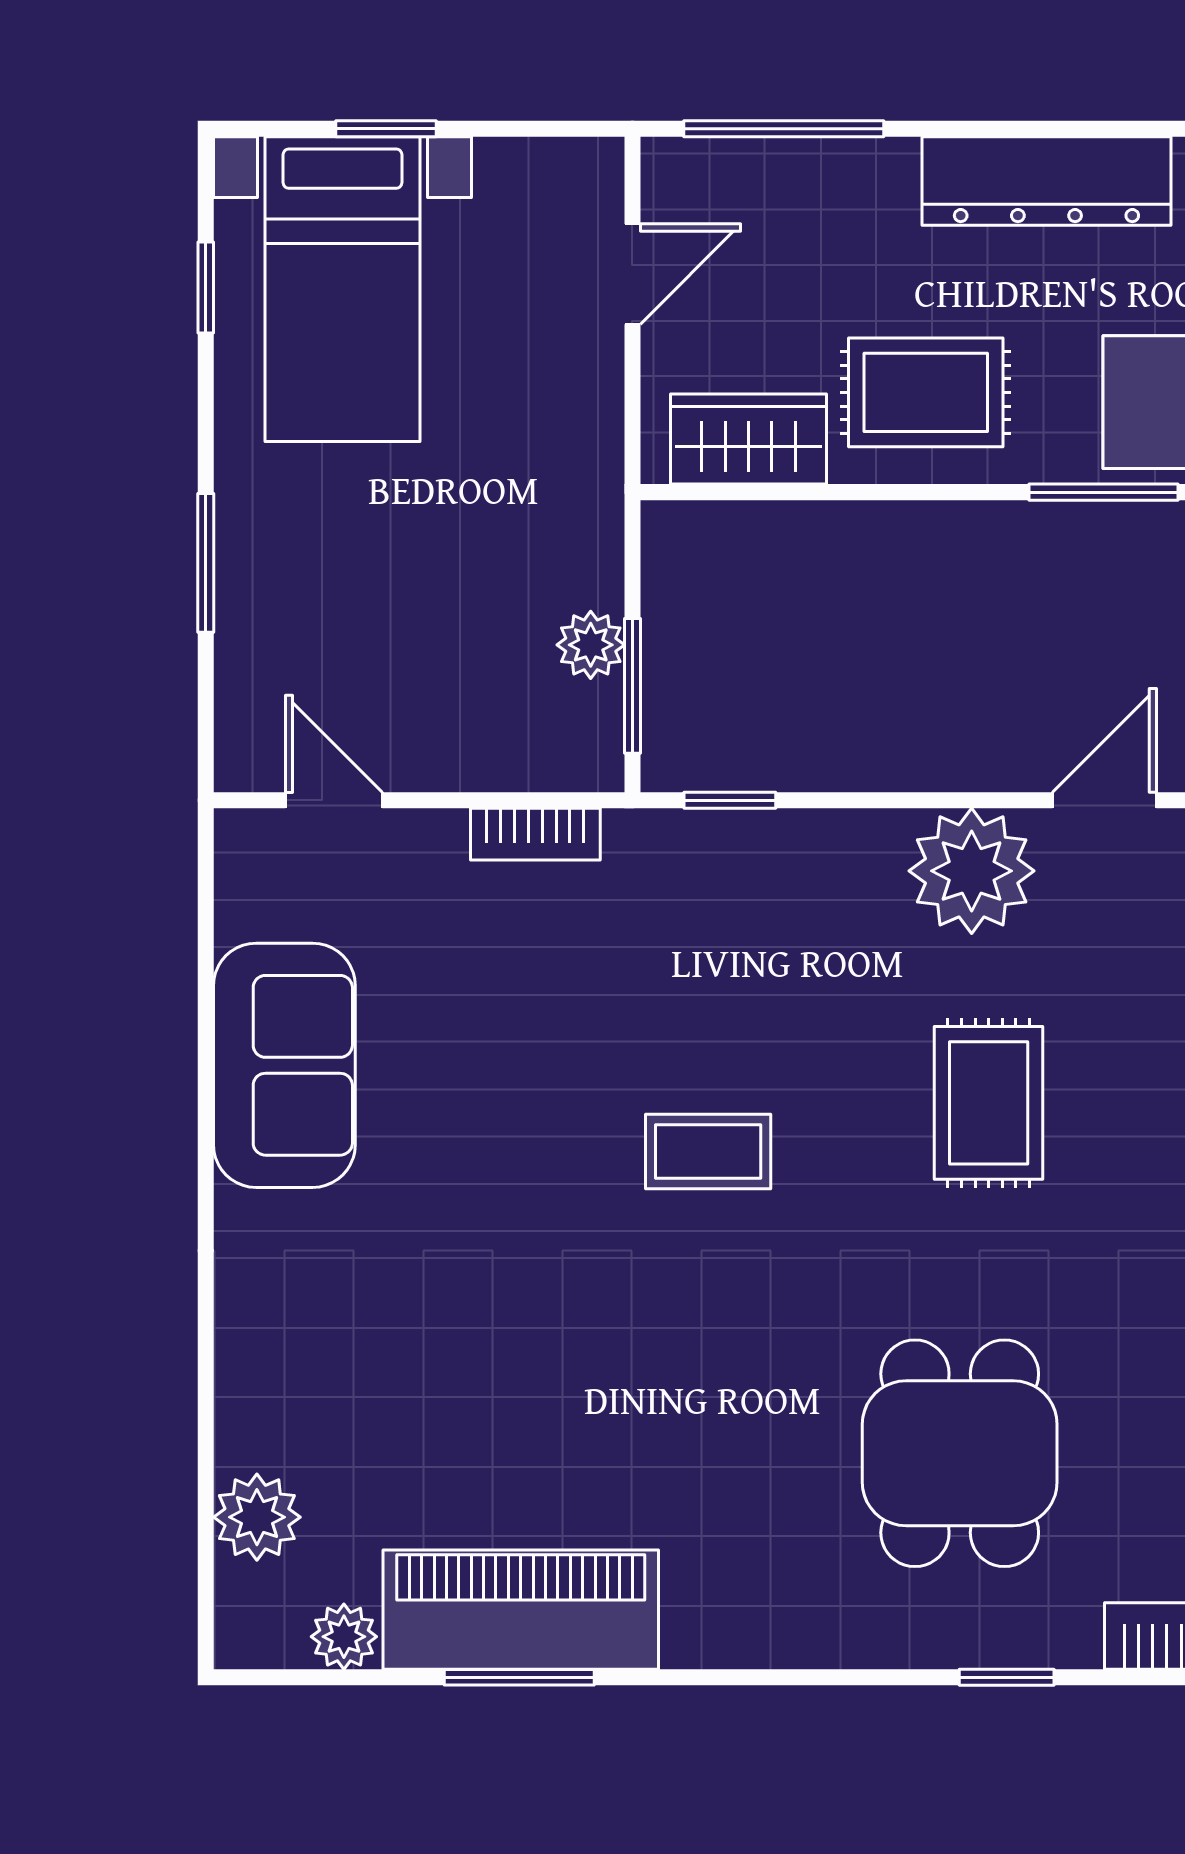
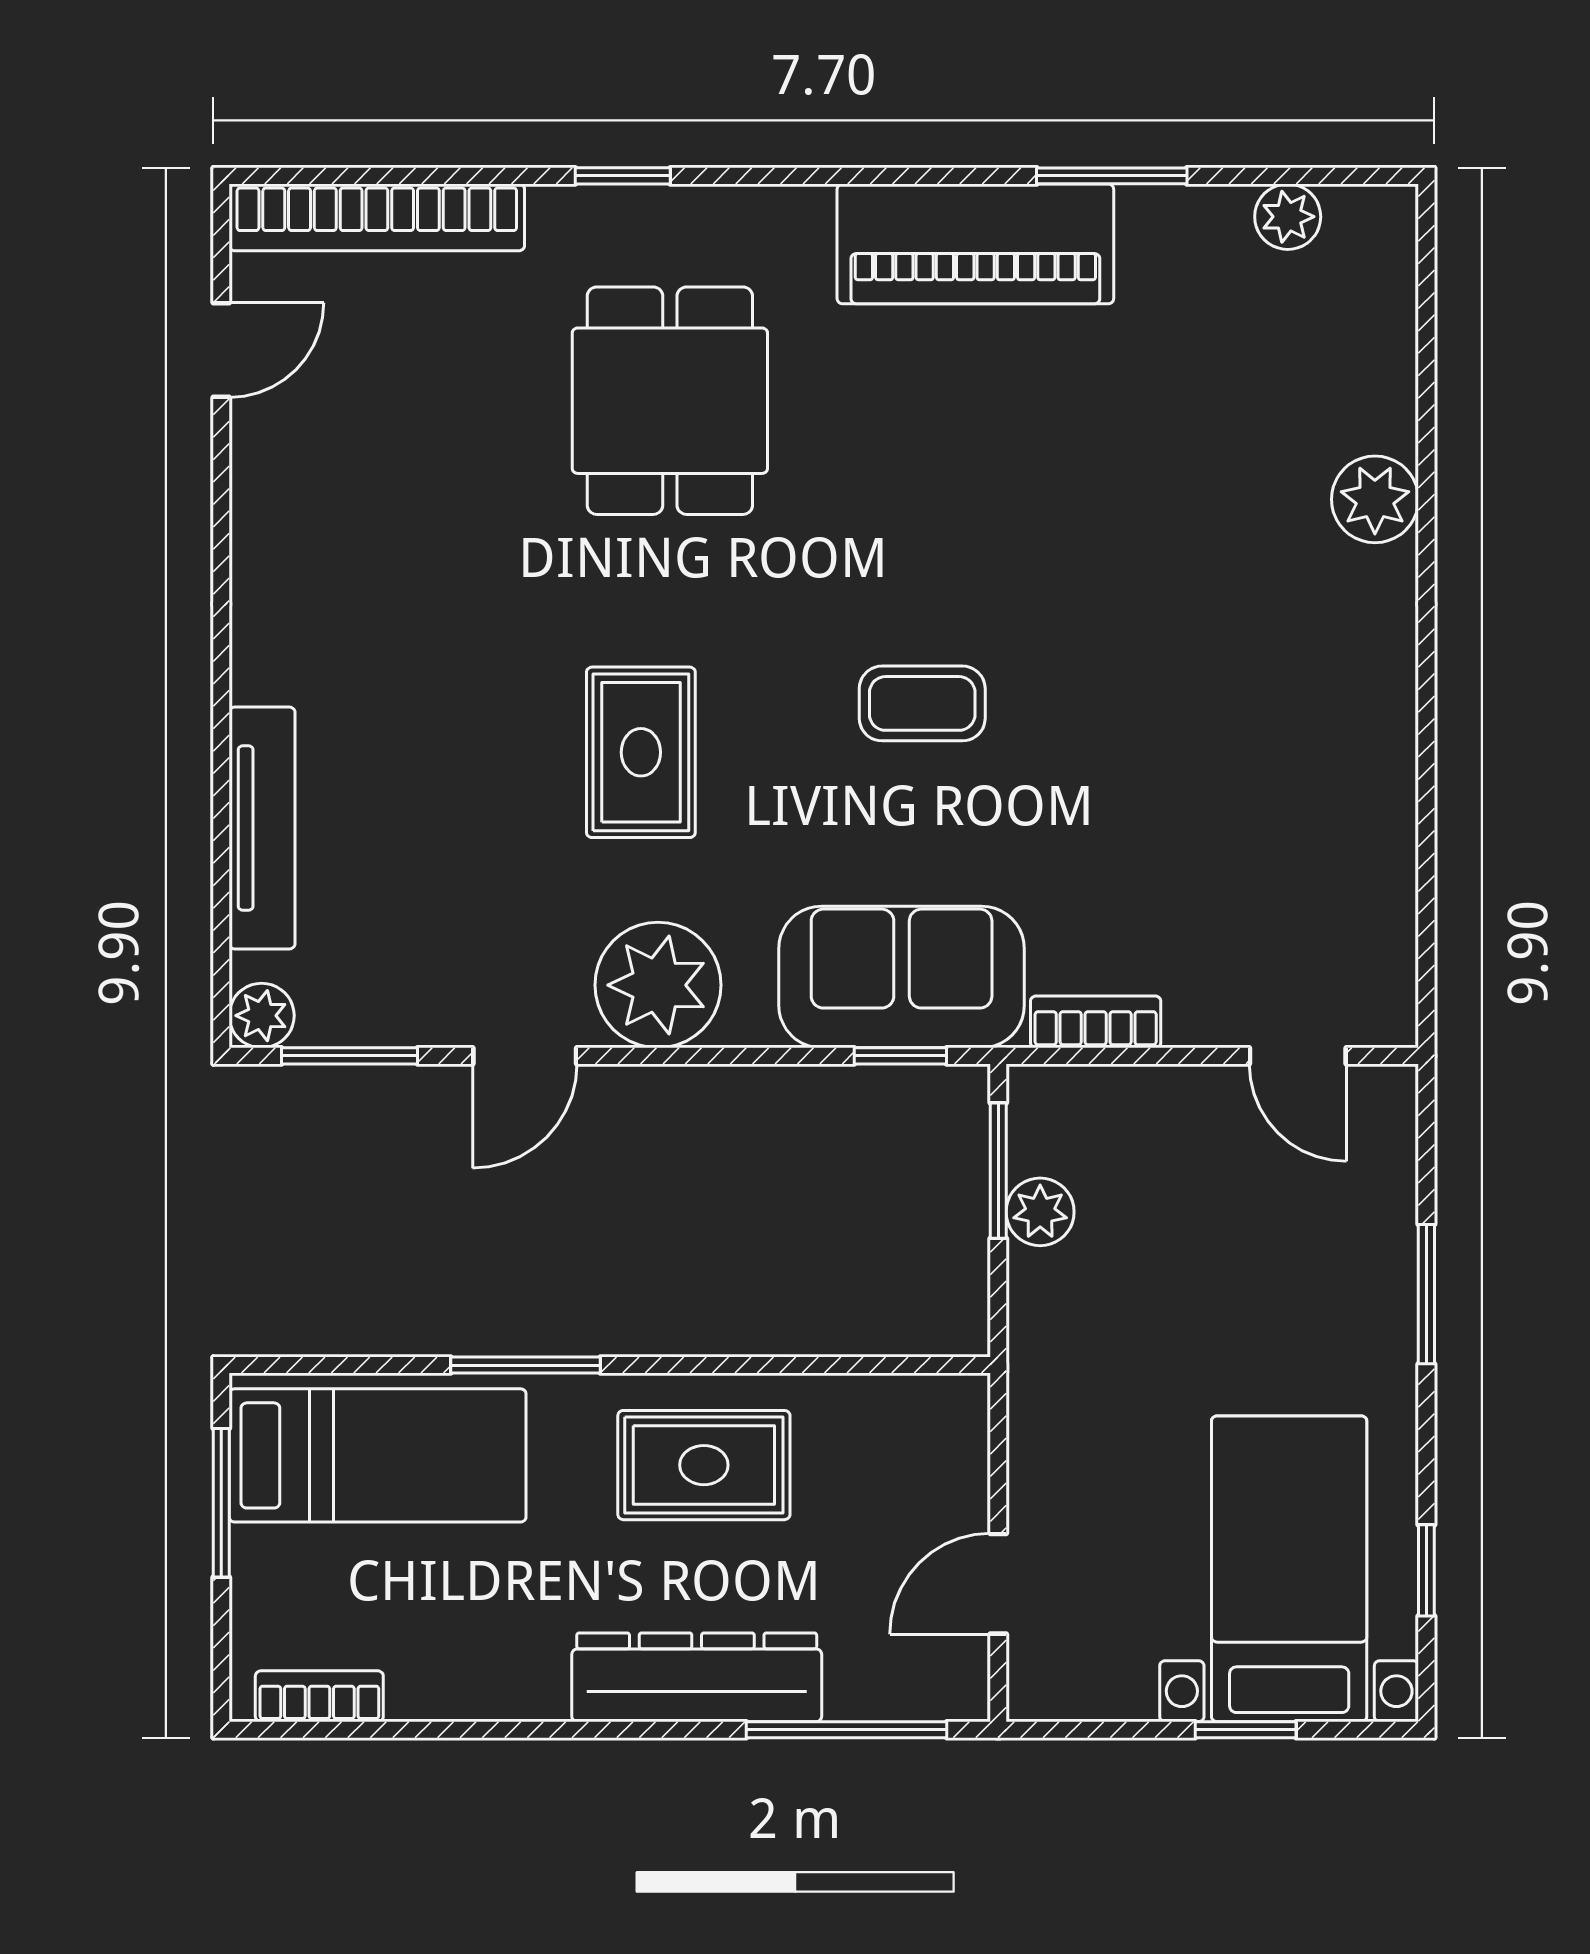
dresser: (1046, 181) -> (697, 1677), moved
wardrobe: (749, 439) -> (882, 1418), removed
sofa: (284, 1065) -> (902, 977), moved, turned 90
plant: (257, 1517) -> (1375, 499), moved
piano: (521, 1610) -> (975, 244), moved

